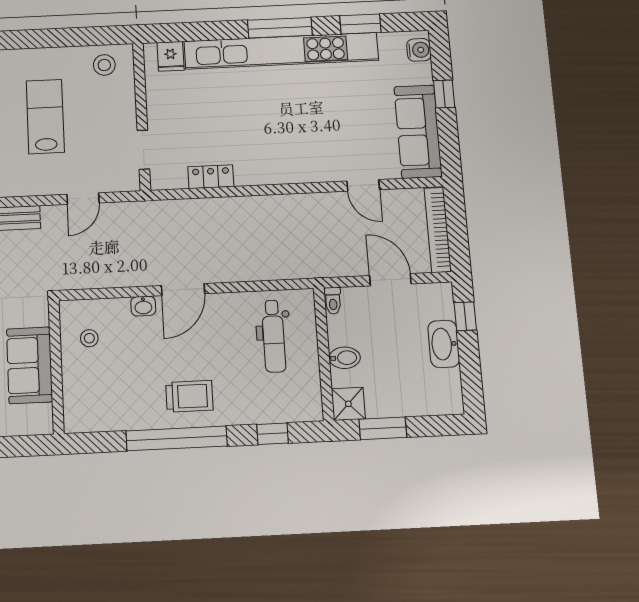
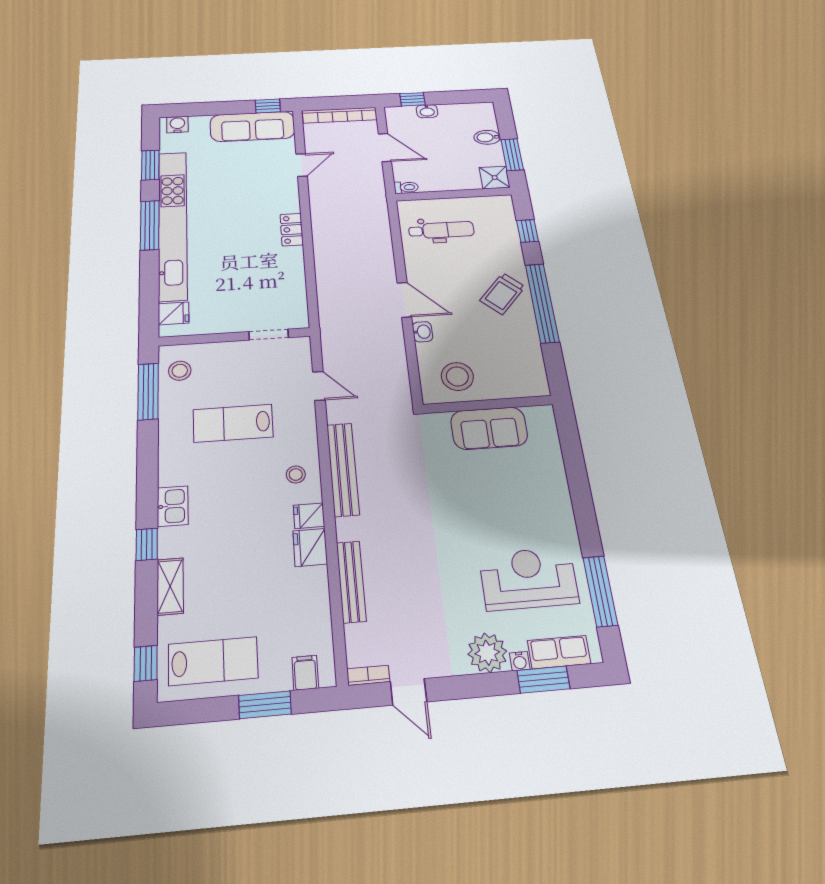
window: (82, 37) -> (148, 391), added
window: (444, 94) -> (268, 106), moved
locker: (211, 177) -> (292, 230), moved
door: (390, 280) -> (385, 148), swing flipped
stool: (89, 338) -> (457, 376), width x1.89, depth x1.89
washbasin: (444, 344) -> (427, 111), width x0.52, depth x0.69
bidet: (345, 358) -> (487, 137), moved, turned -90
trolley: (189, 396) -> (503, 294), turned -138

